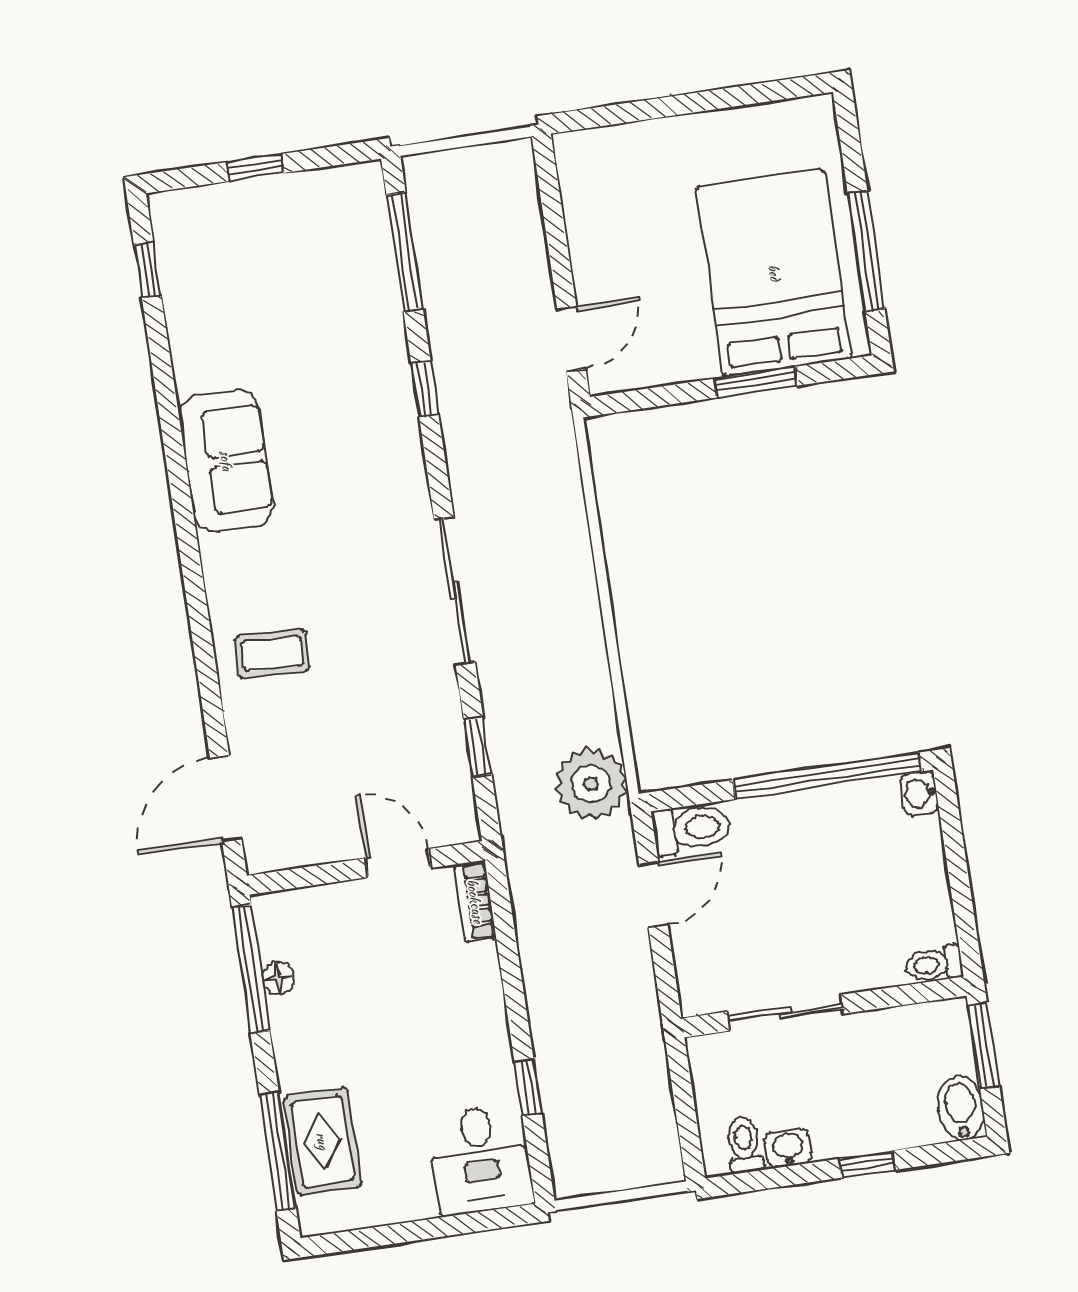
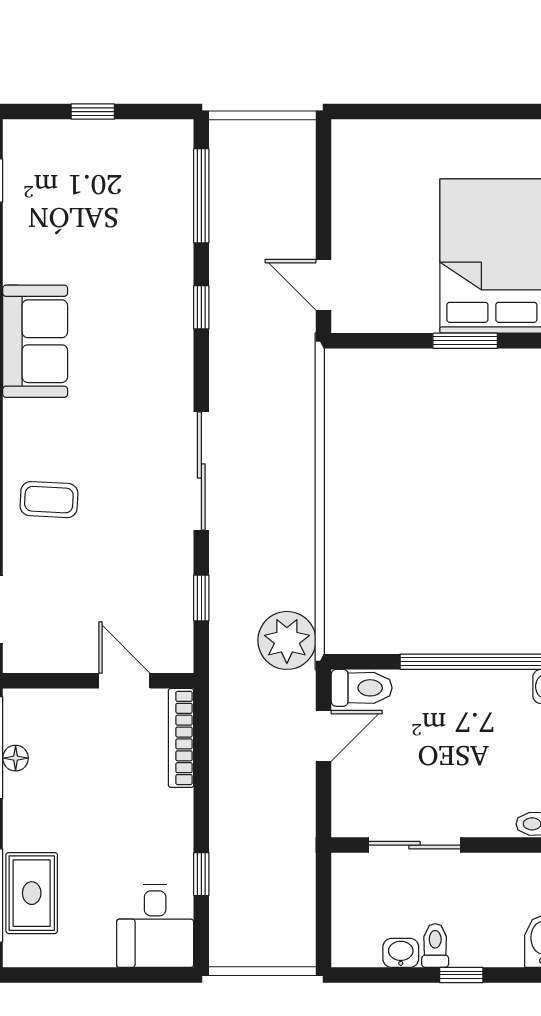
door: (571, 339) -> (324, 285), swing flipped
bookcase: (475, 901) -> (181, 738), width x1.56
toilet: (744, 1145) -> (435, 945), moved

